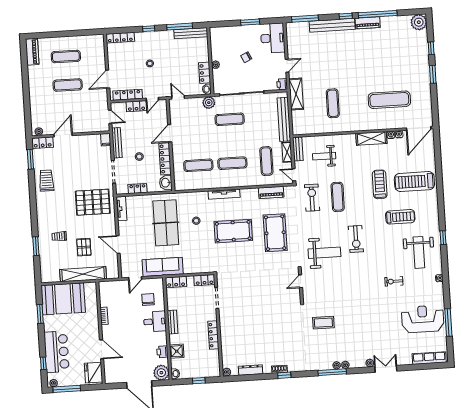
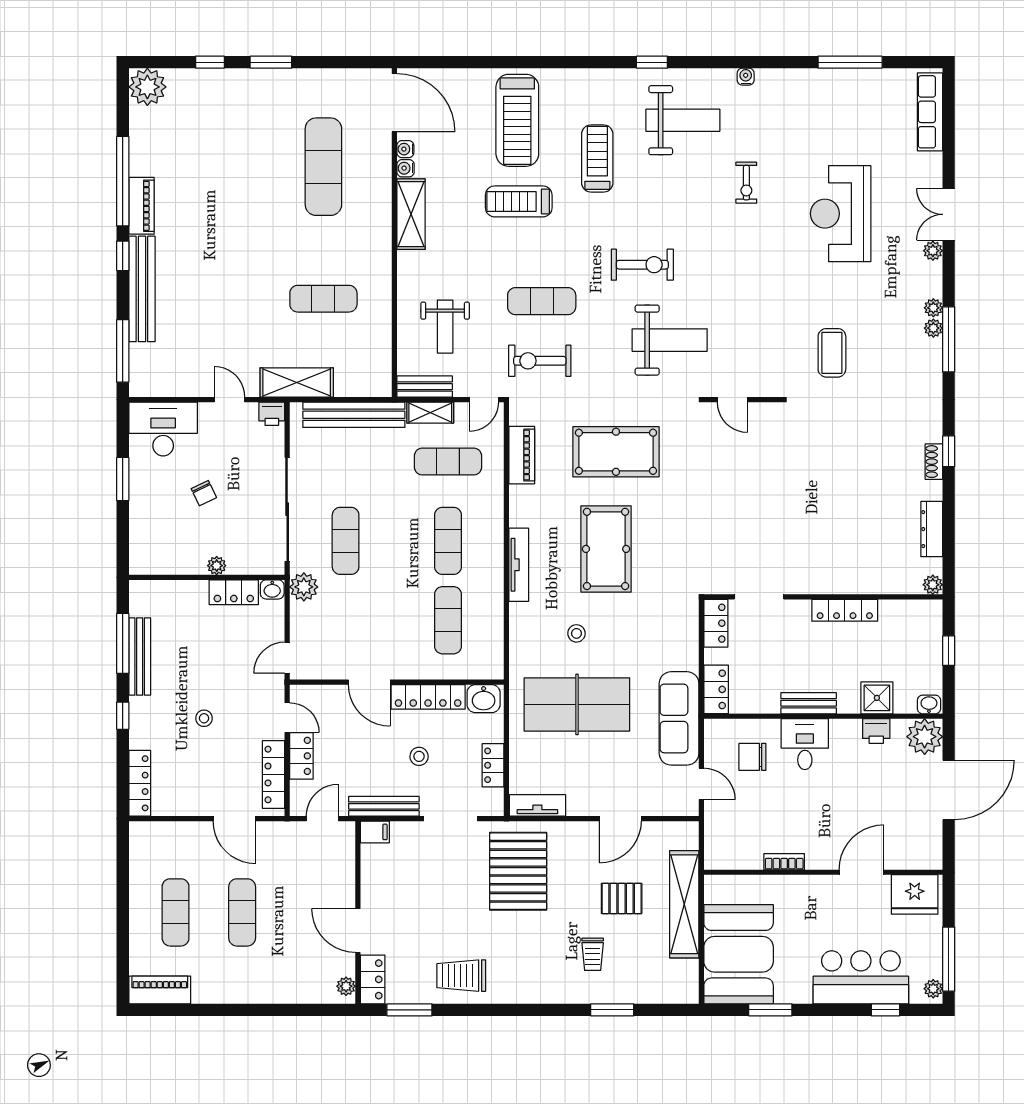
bench: (191, 33) -> (140, 657), moved
weight bench: (324, 253) -> (670, 340), turned 90
reception desk: (423, 319) -> (841, 214), moved

